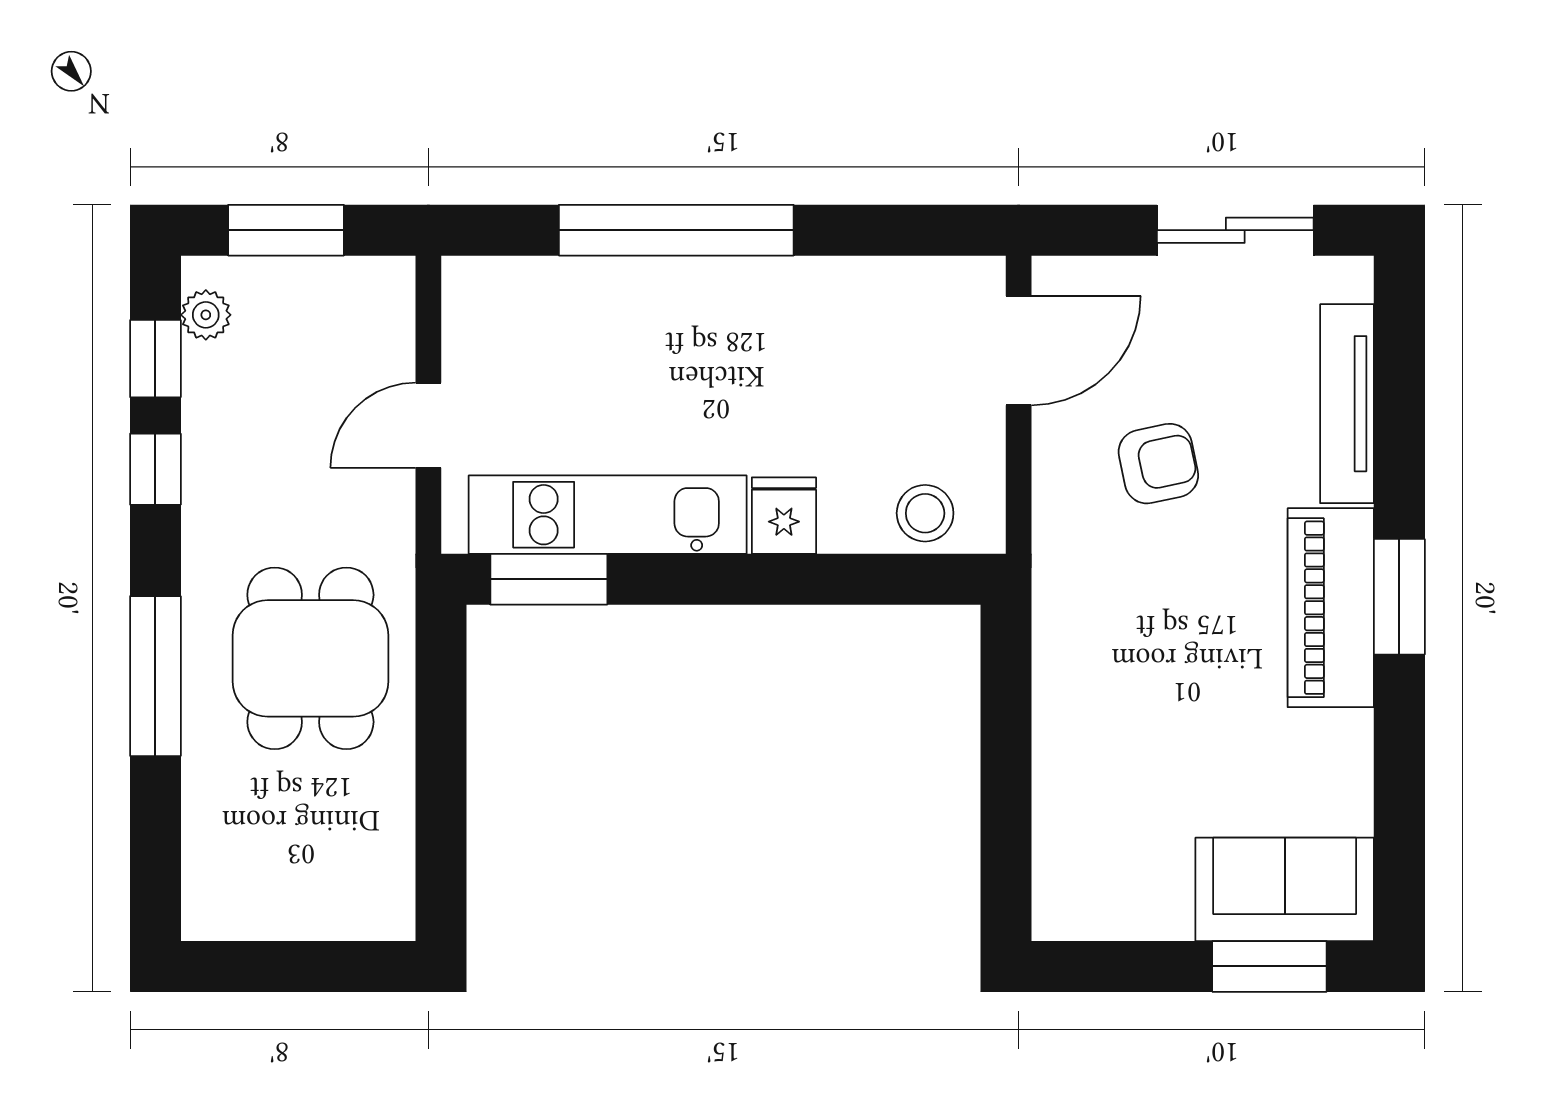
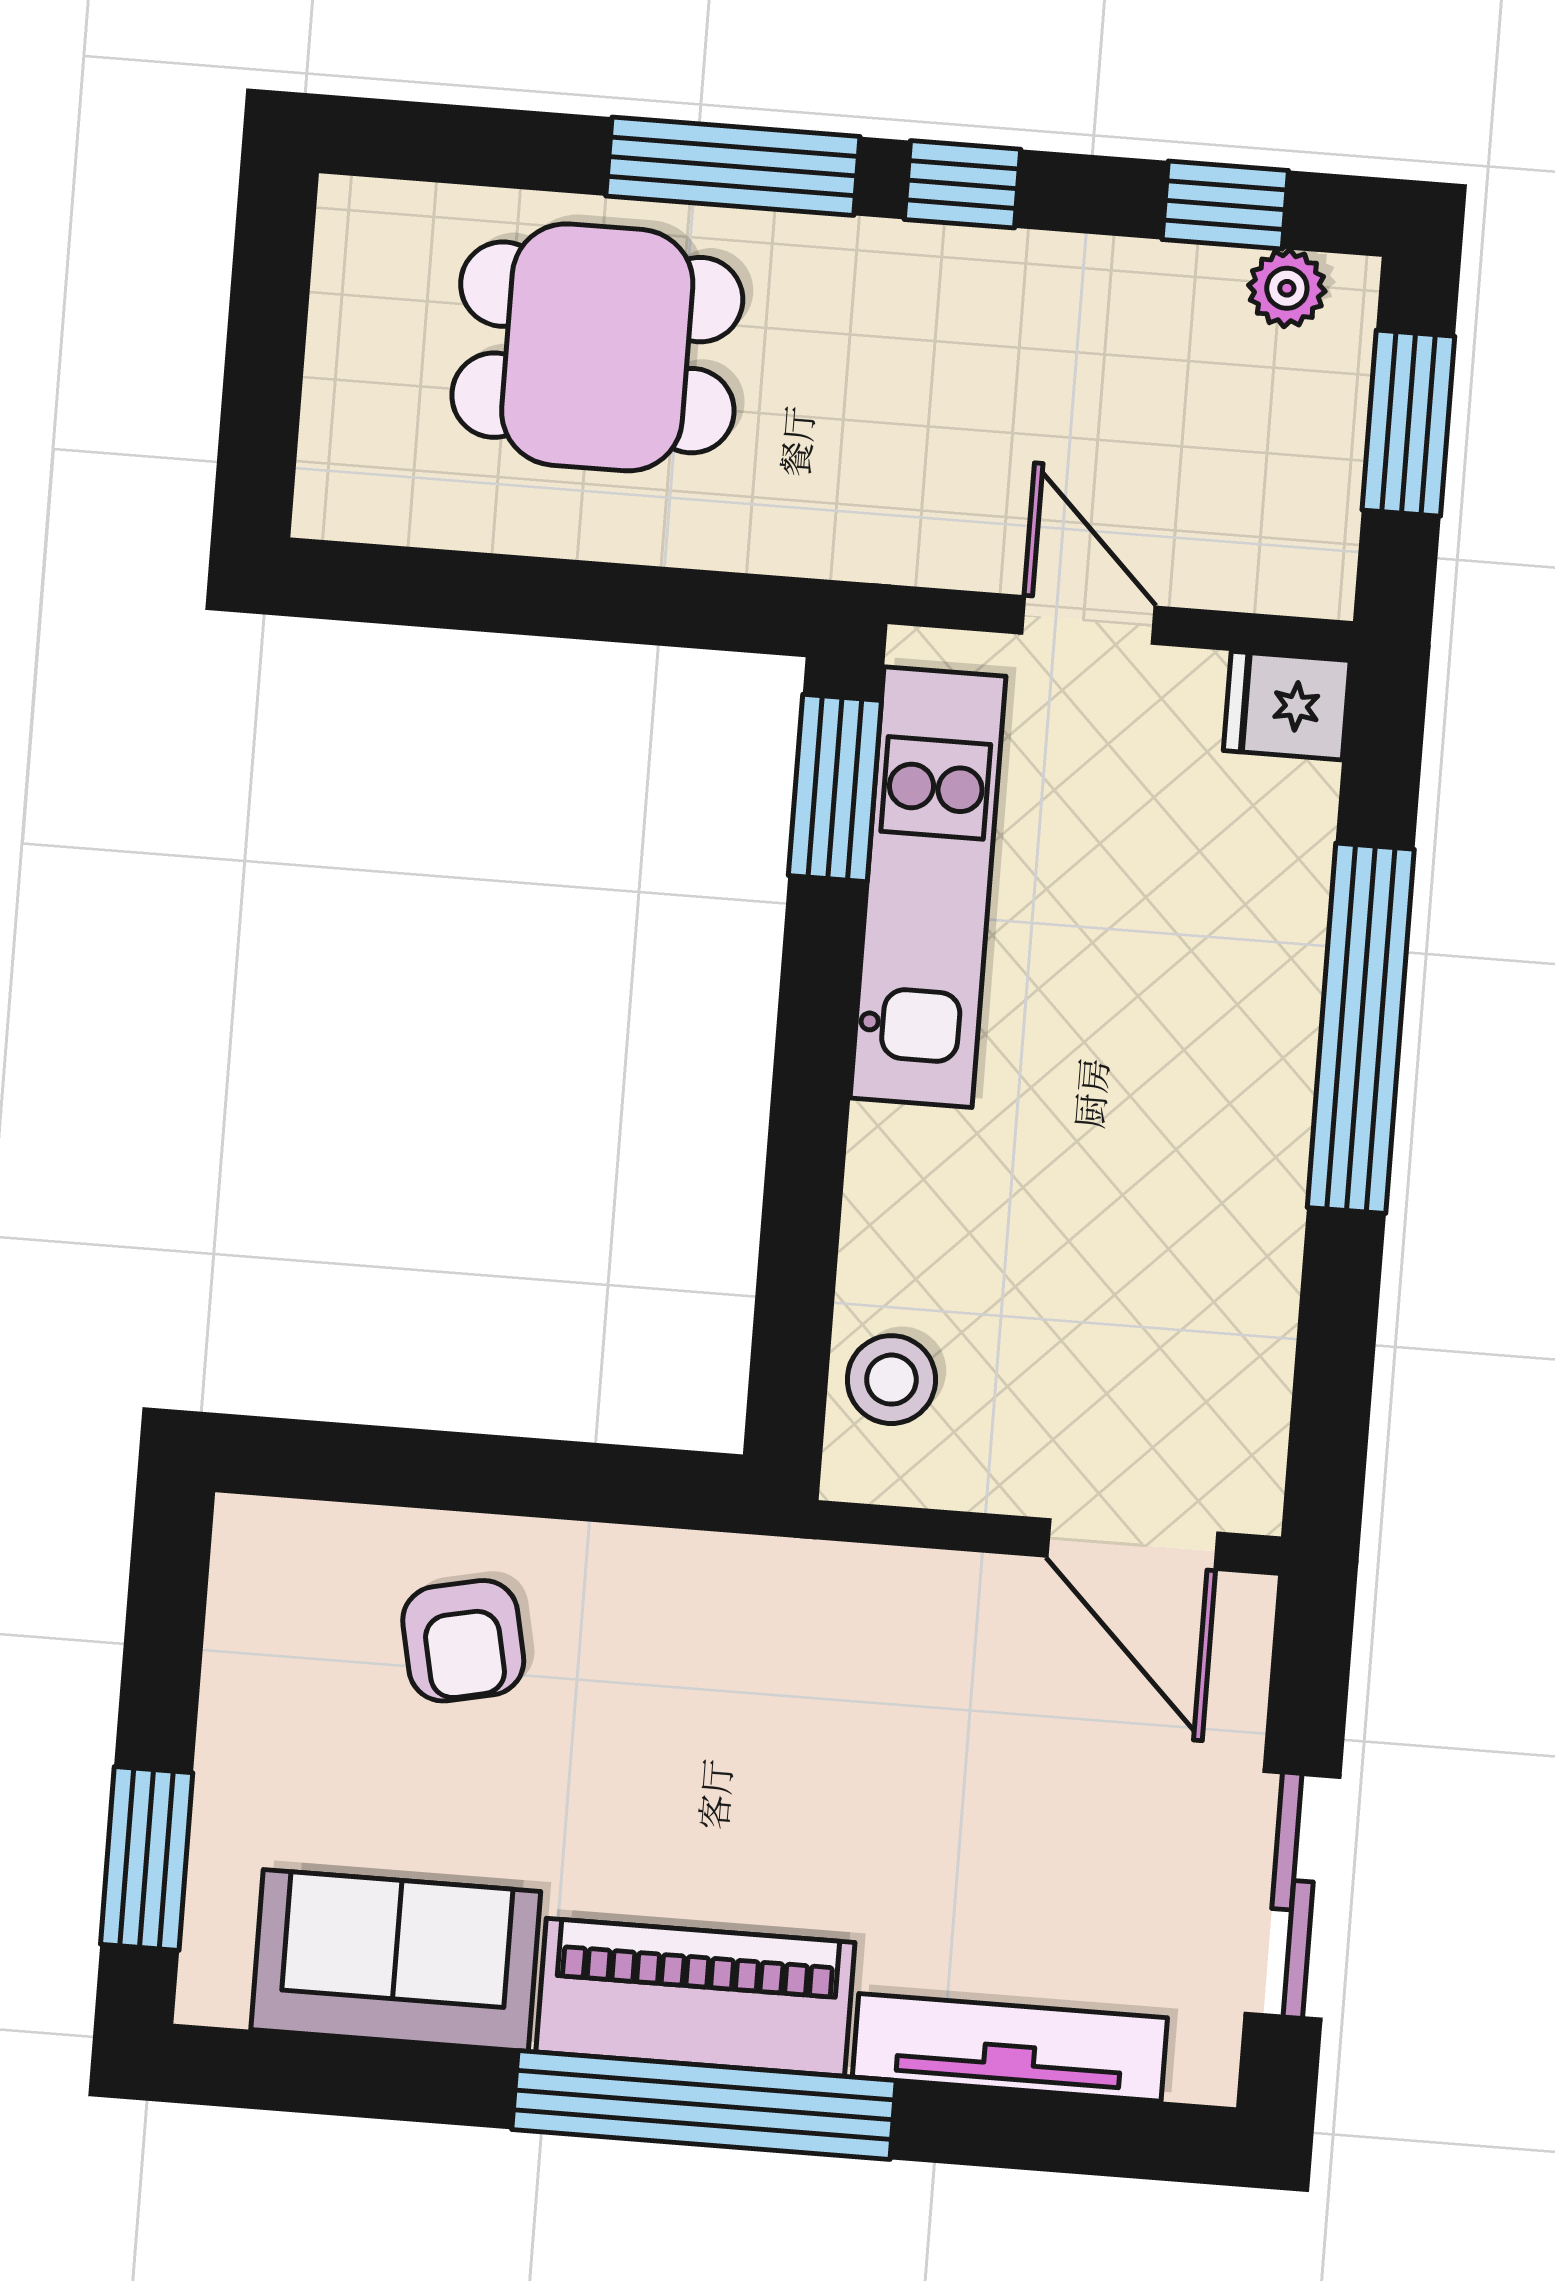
armchair: (1158, 464) -> (463, 1641), moved
window: (155, 469) -> (962, 184), moved
fridge: (784, 516) -> (1287, 706), moved, turned 180
window: (1399, 597) -> (704, 2105), width x2.11
dining table: (310, 658) -> (597, 347), moved
sofa: (1285, 889) -> (396, 1961), moved, turned -90

